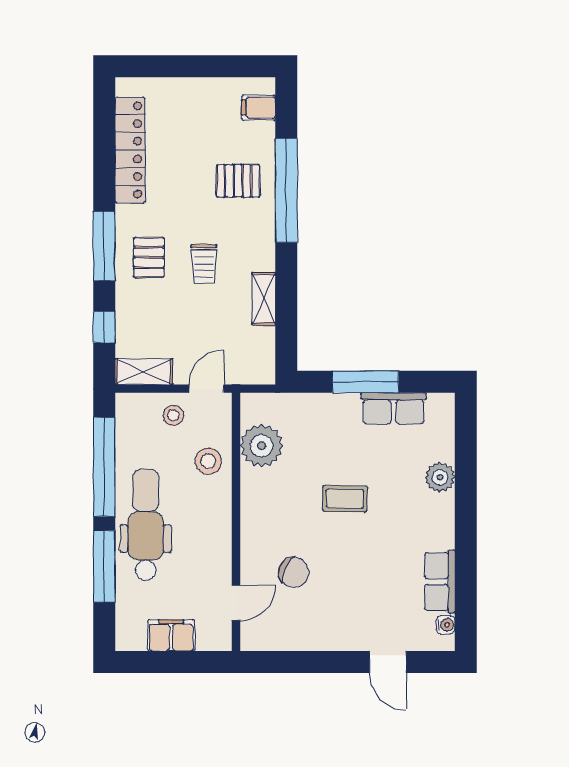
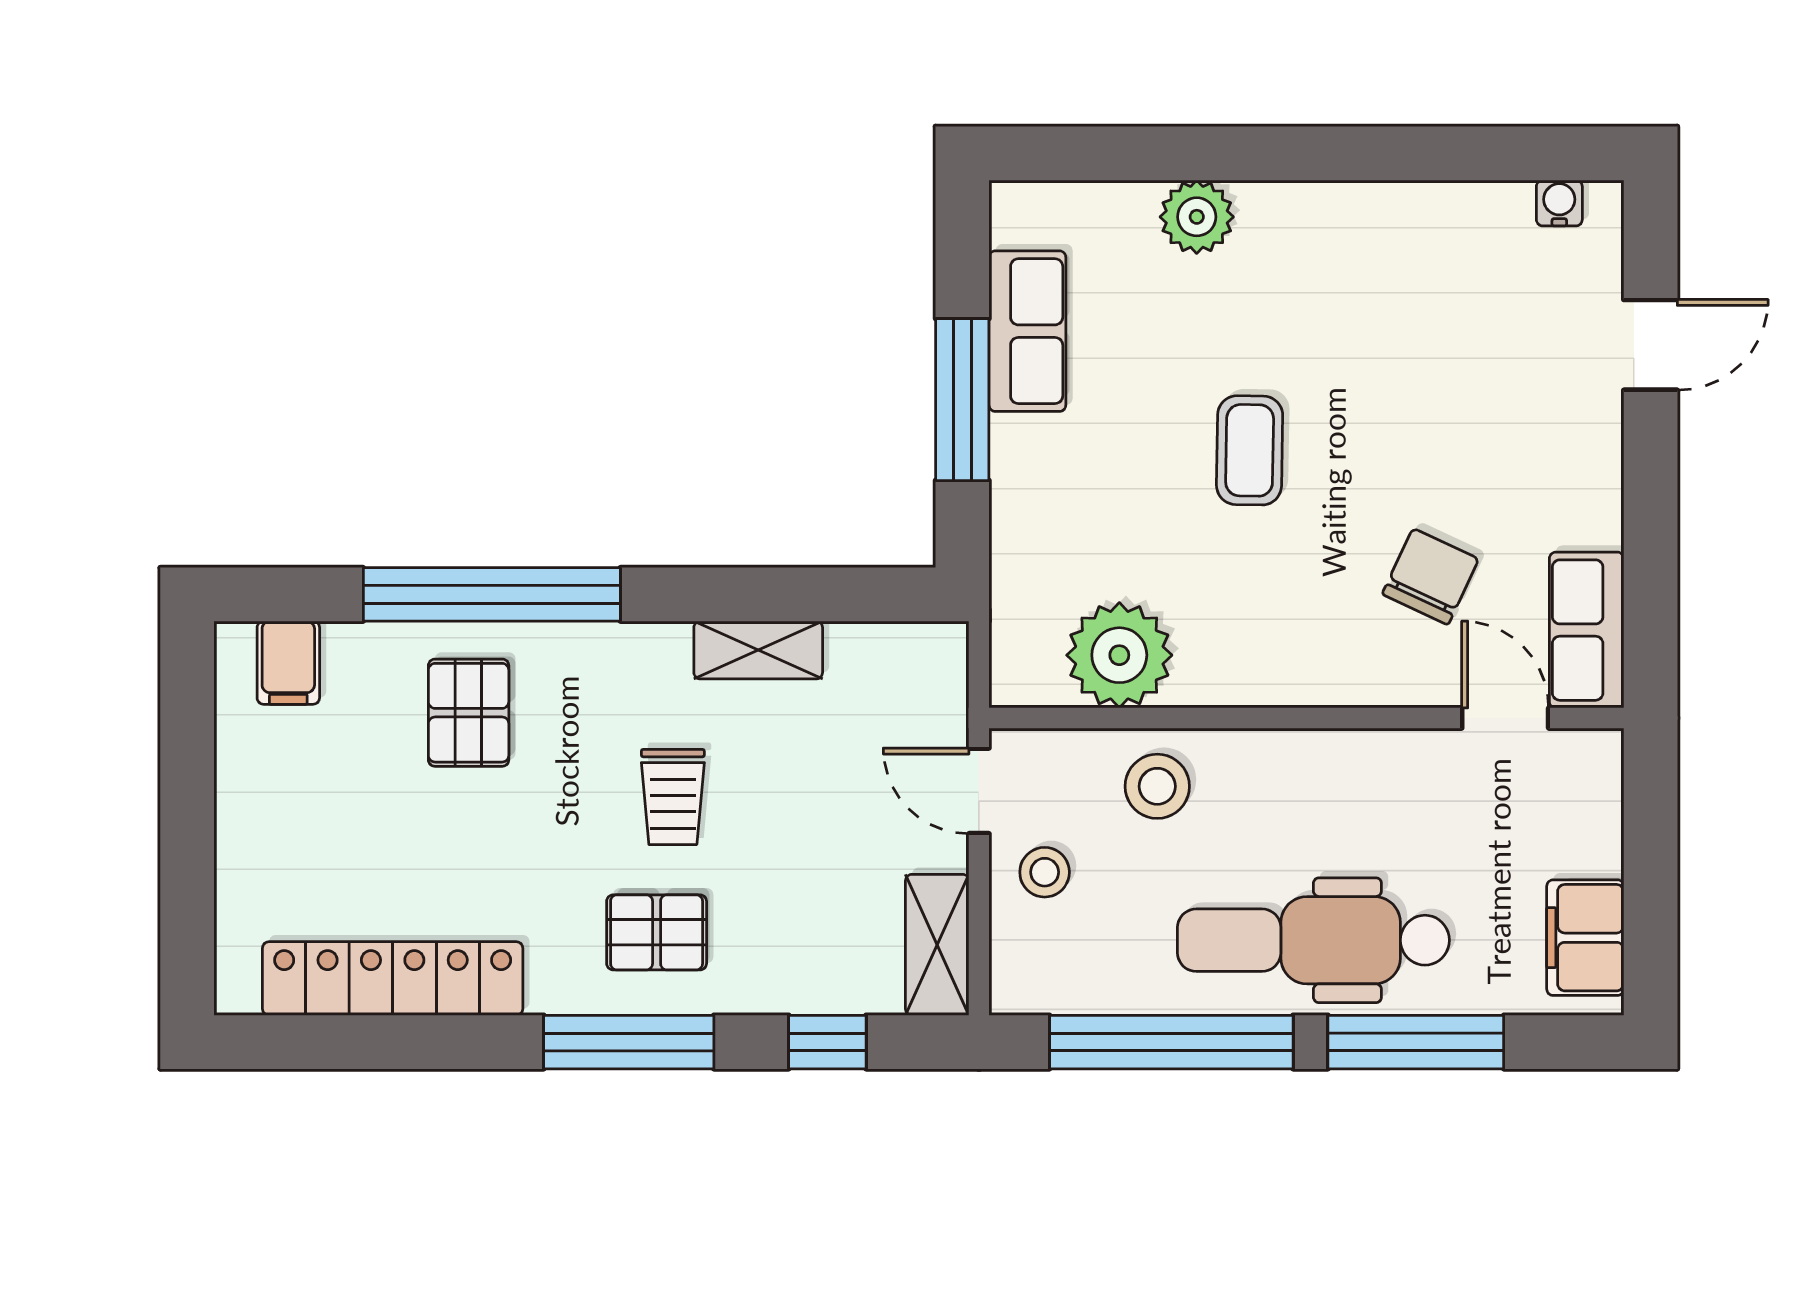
trolley: (204, 264) -> (673, 797), turned 90
row of seats: (440, 582) -> (1587, 630), moved, turned 90
filing cabinet: (171, 635) -> (1585, 938), moved

